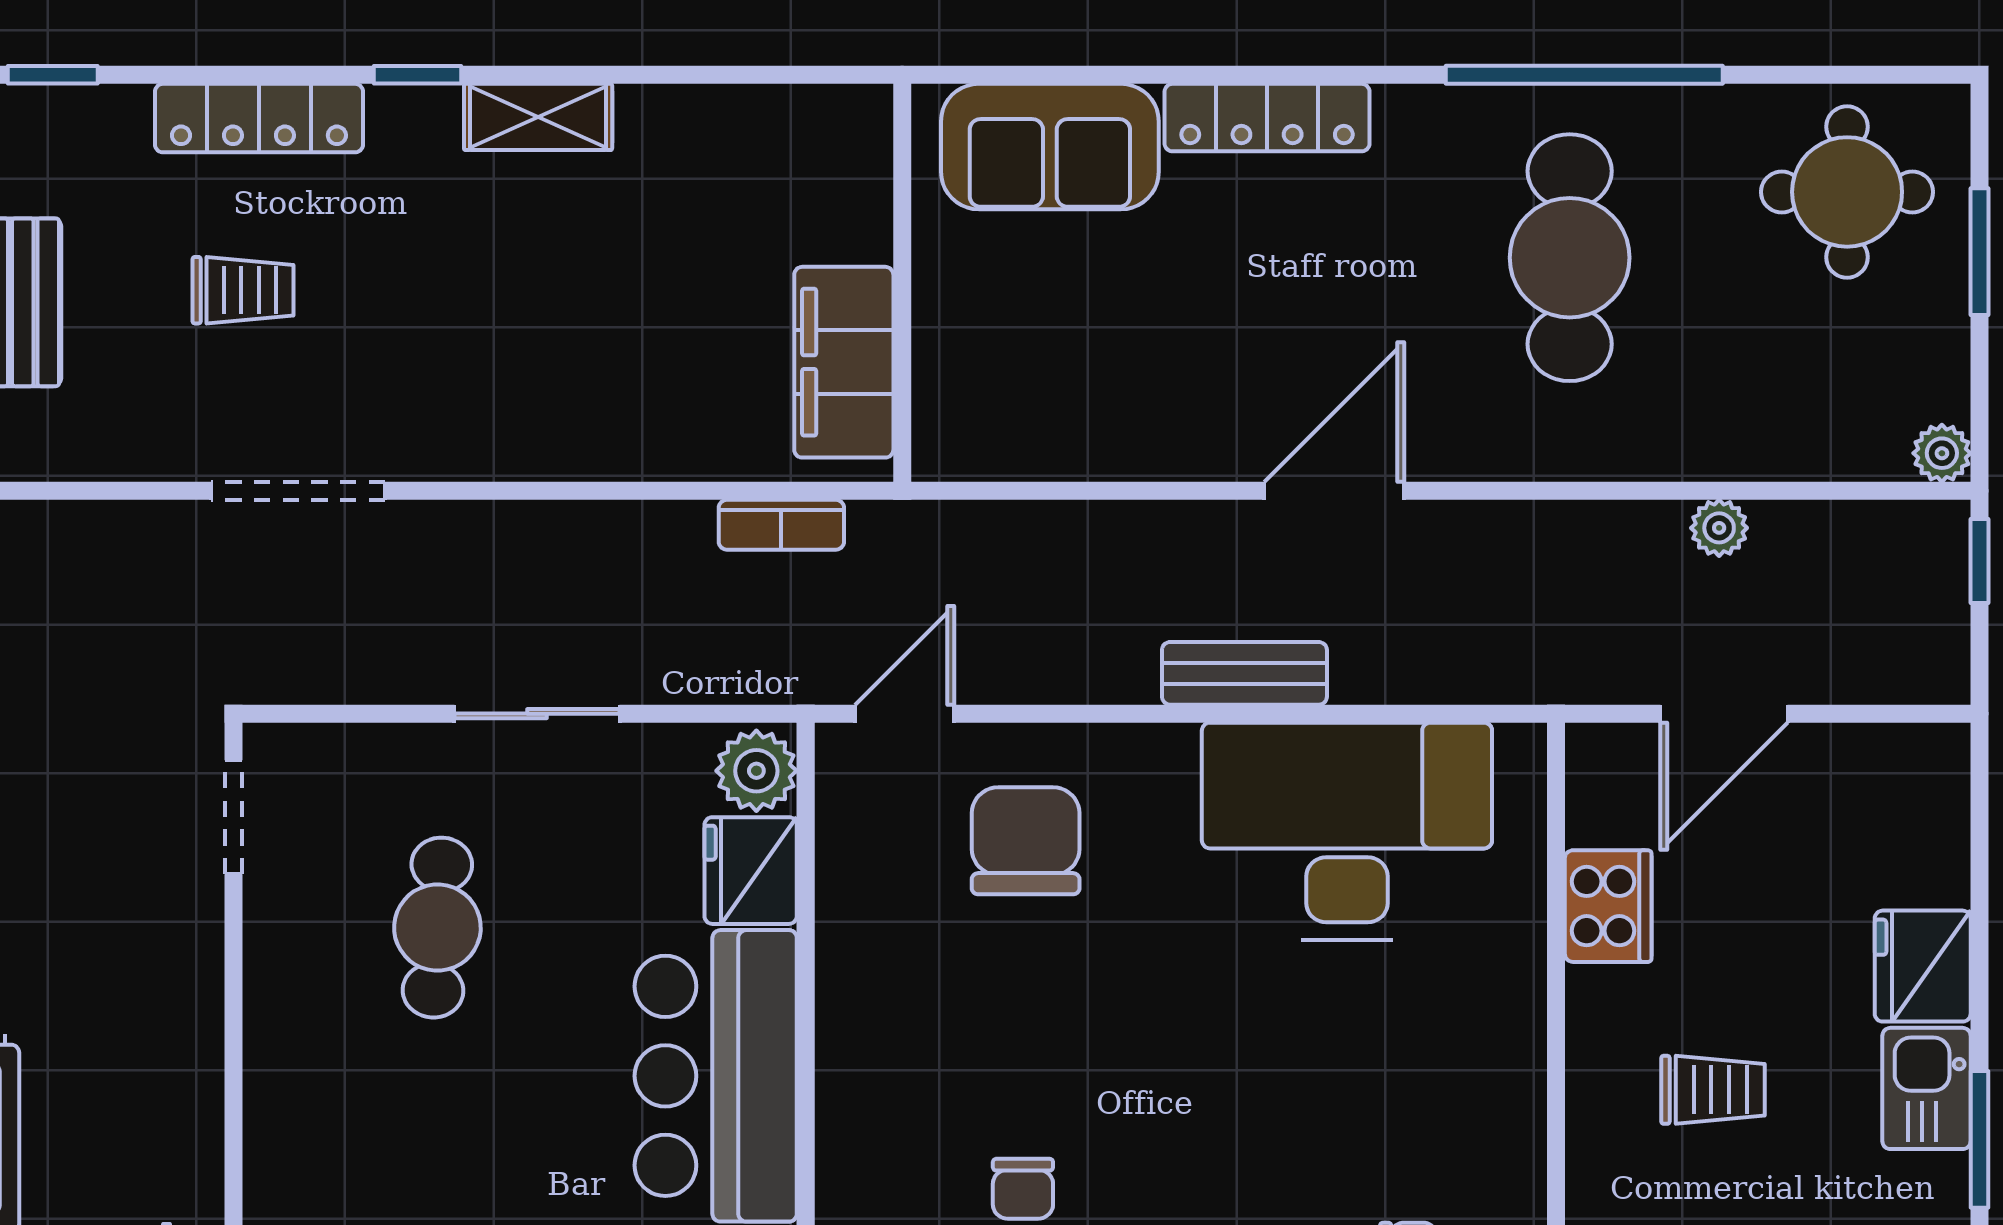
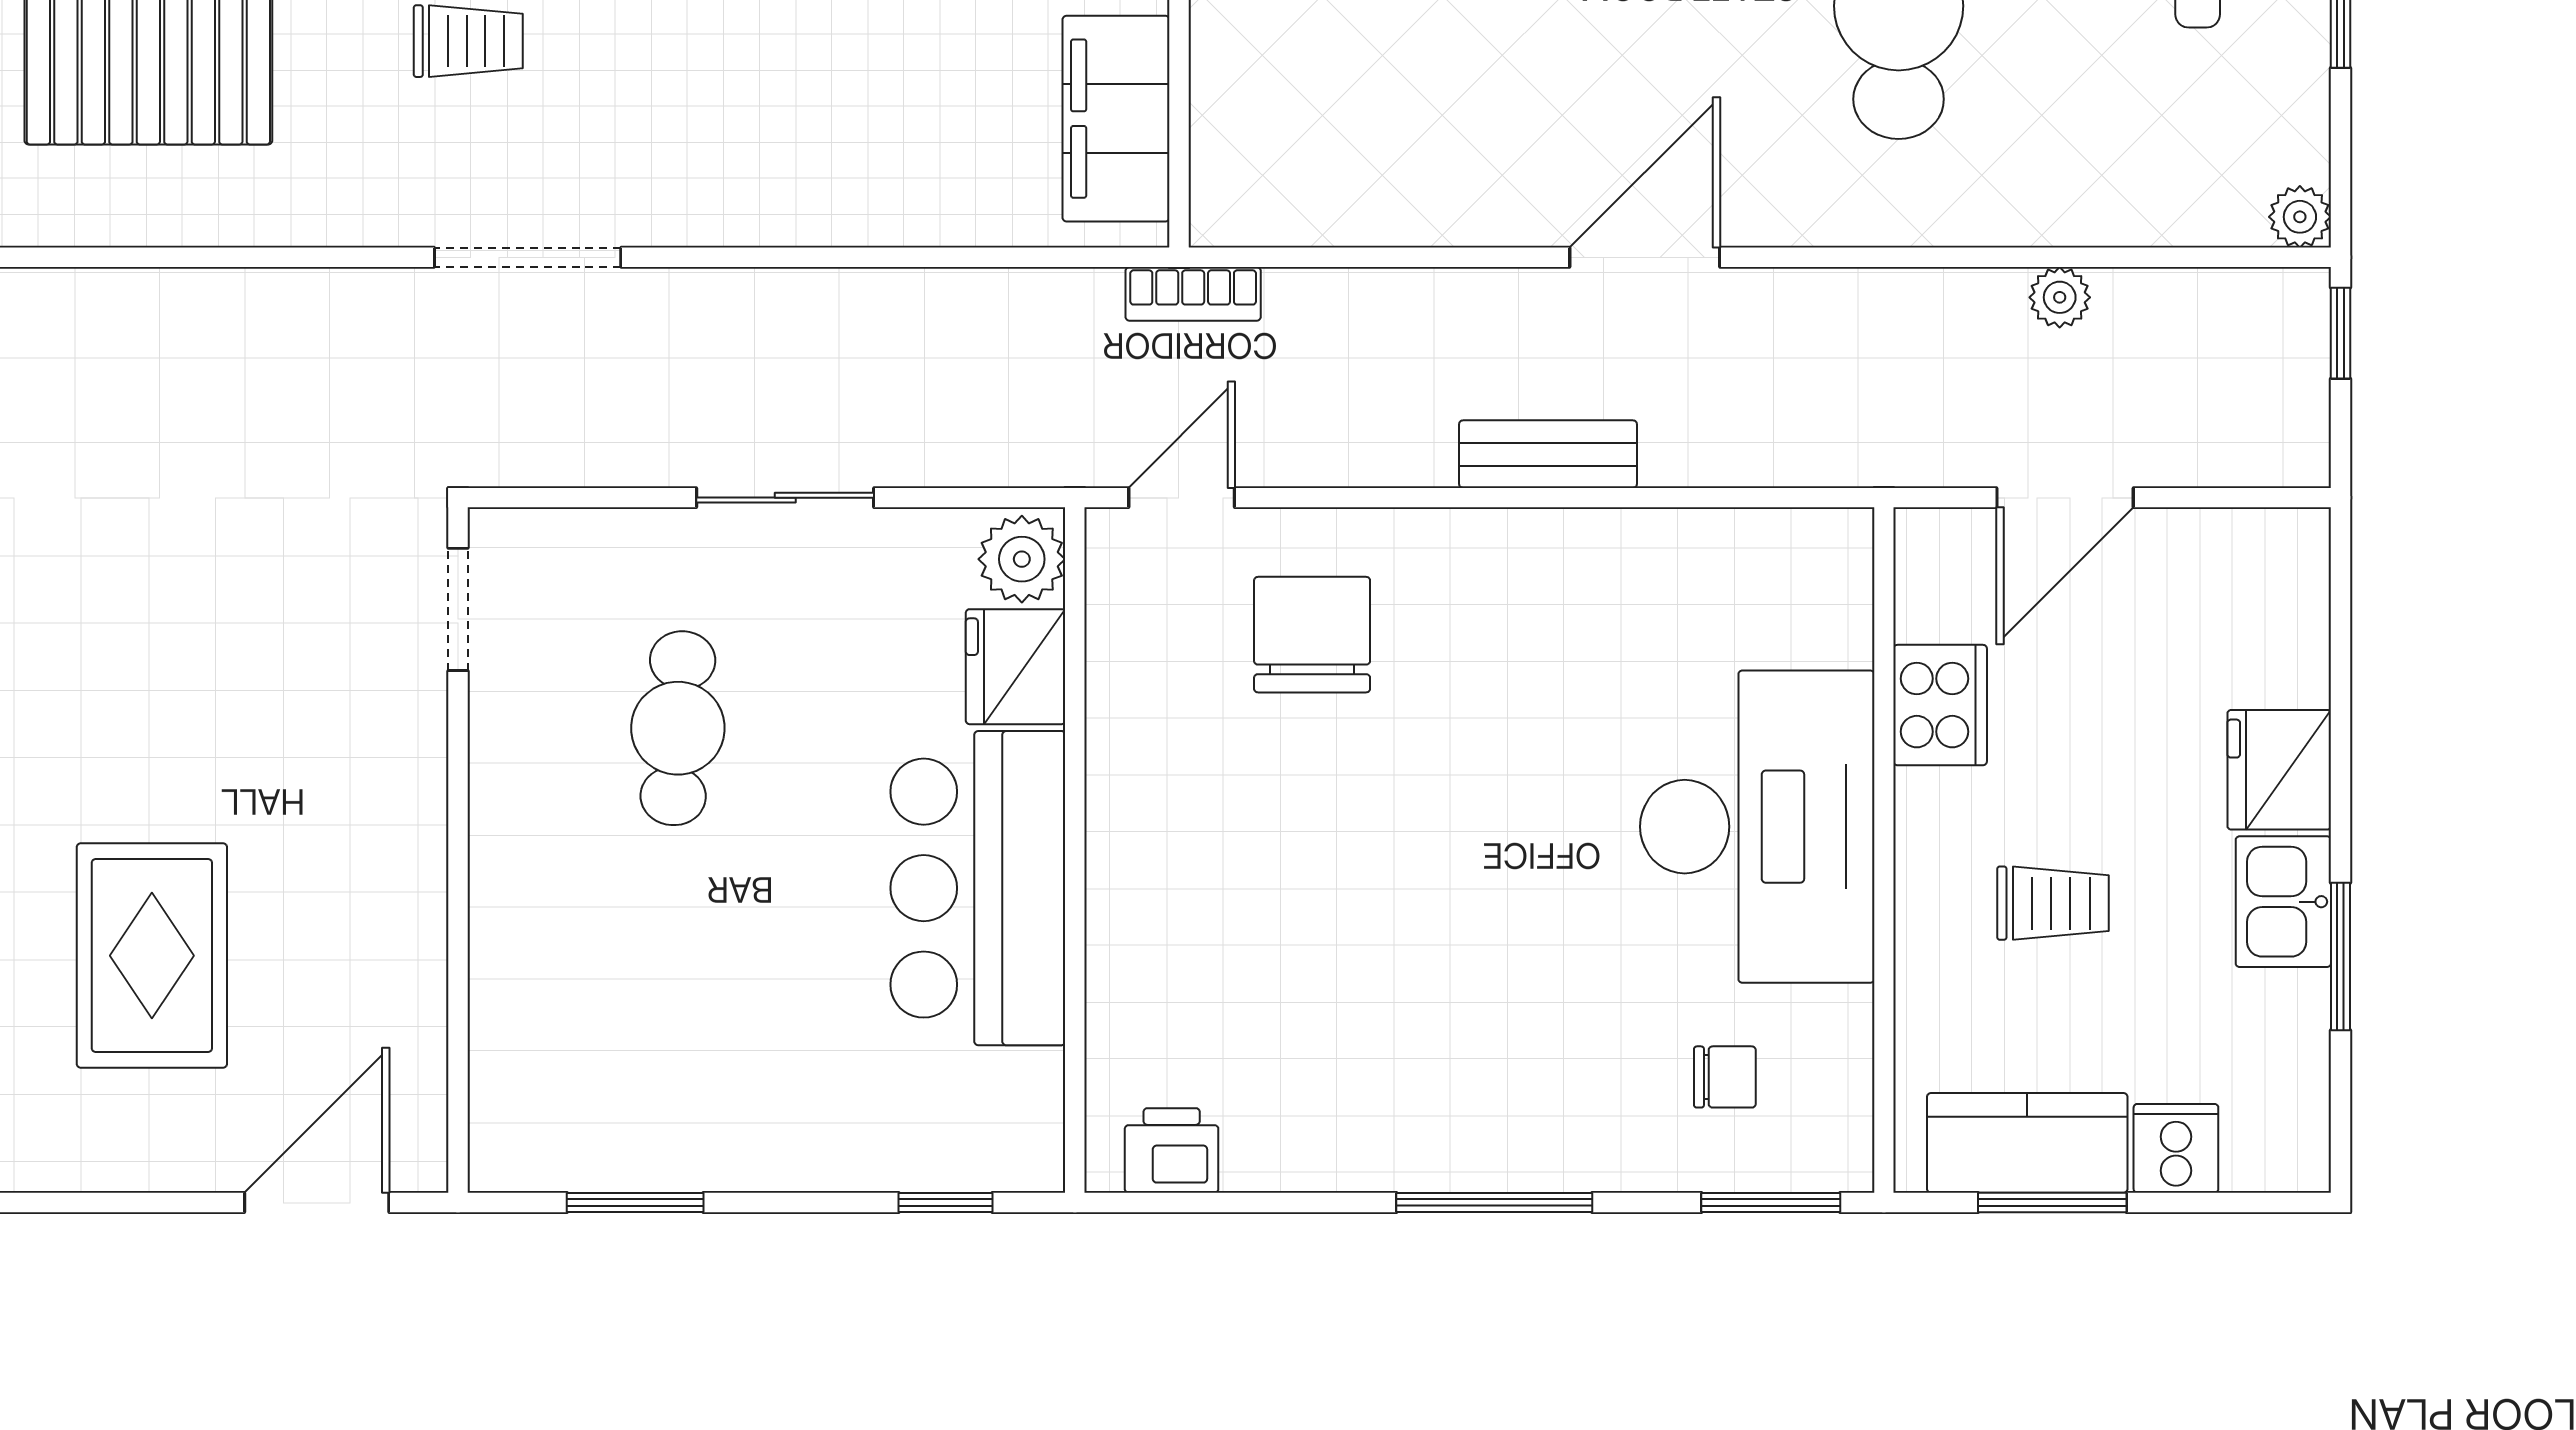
bookcase: (781, 525) -> (1193, 294), moved
desk: (1347, 831) -> (1757, 827), moved, turned 90
chair: (1023, 1189) -> (1309, 1010), removed

